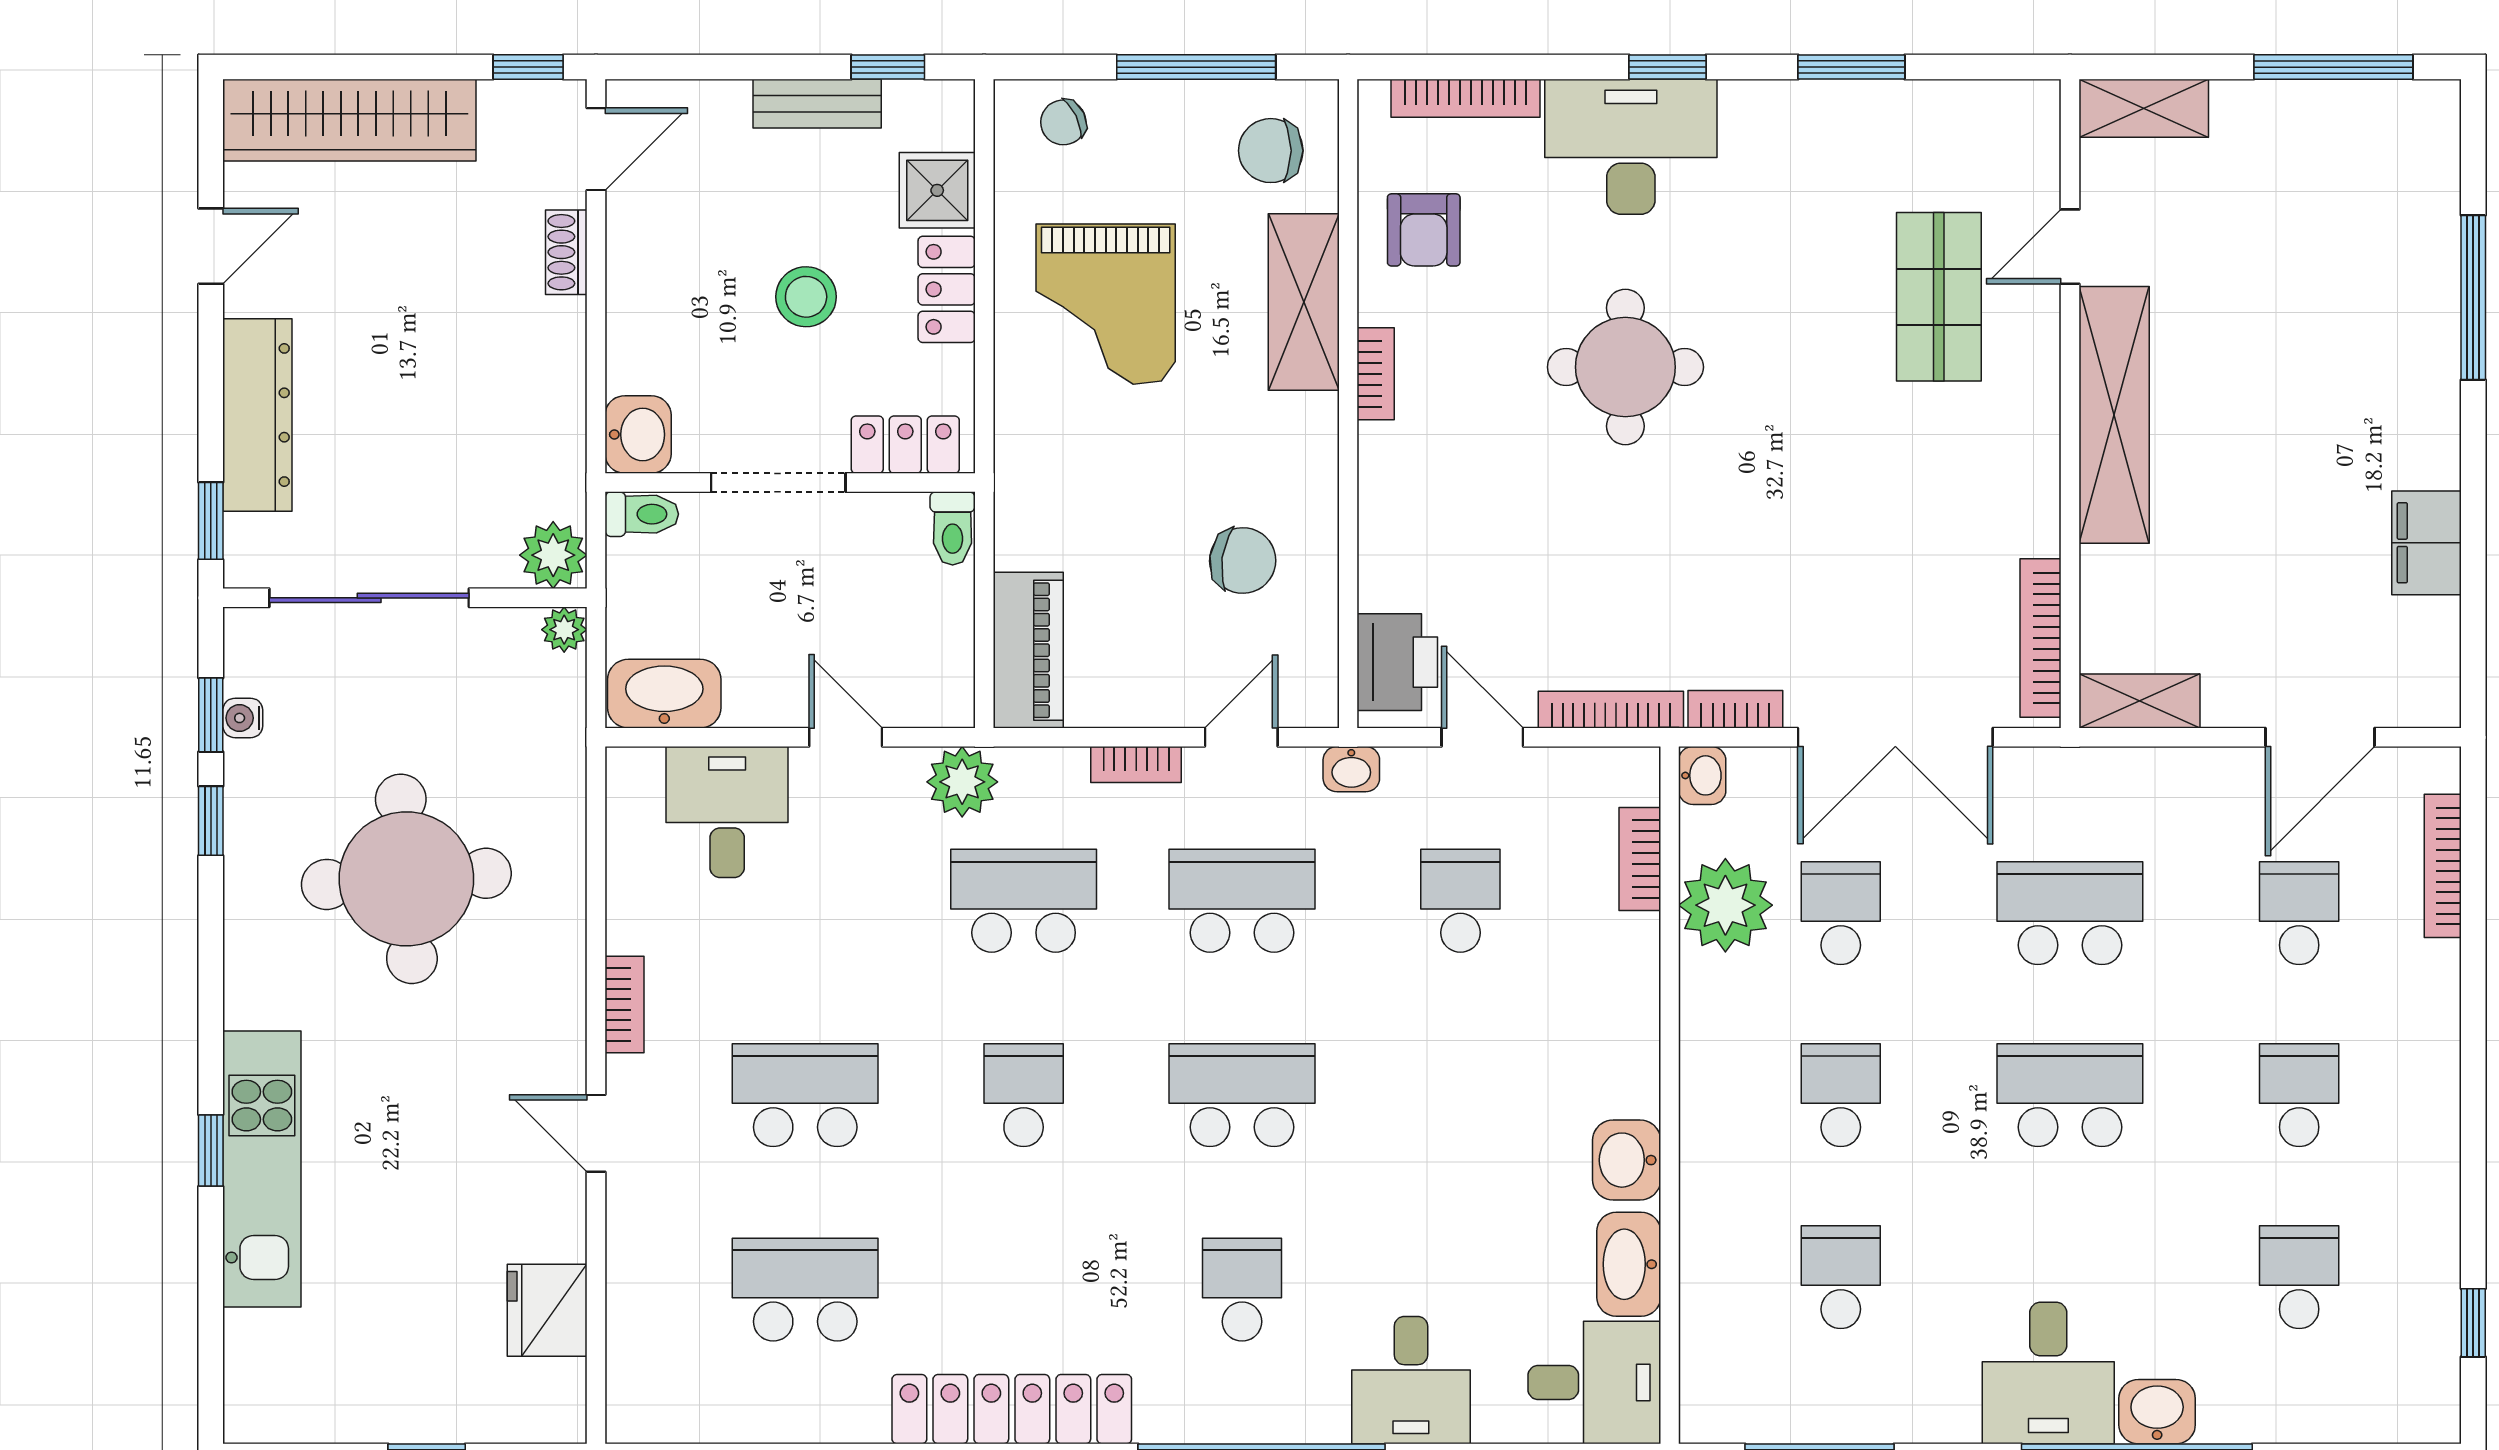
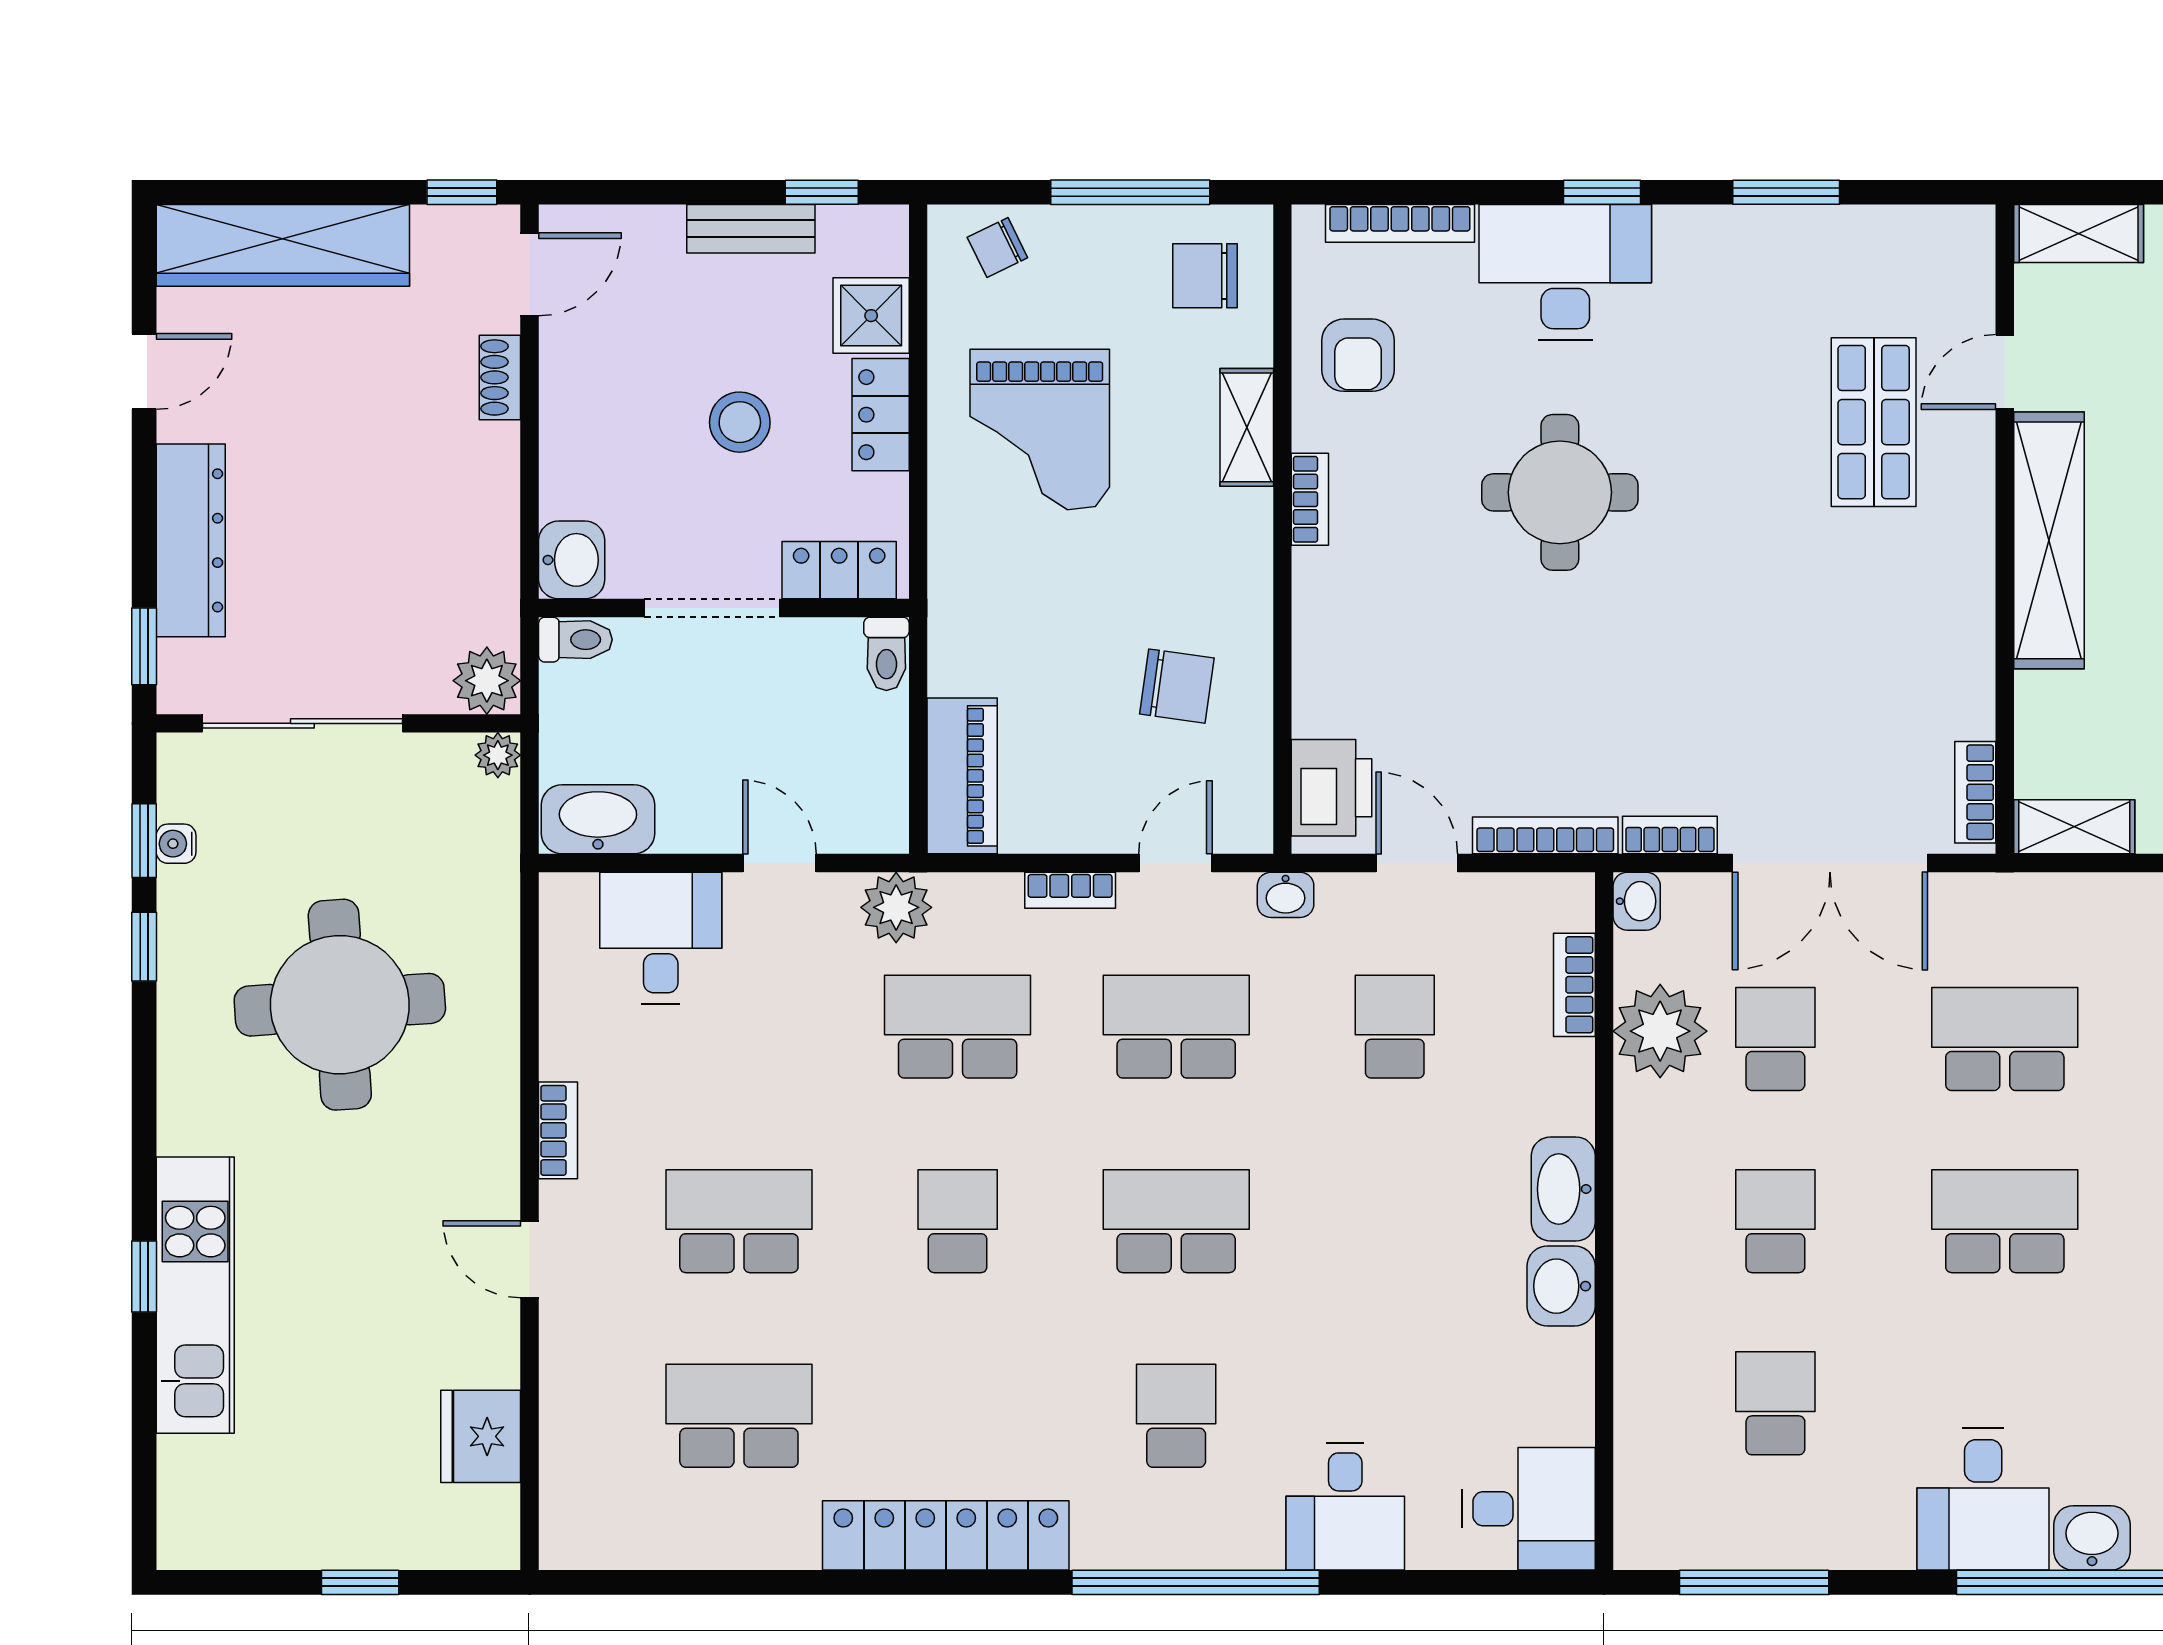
shelving: (1304, 302) -> (1247, 427), width x0.67, depth x0.75
bookcase: (2040, 638) -> (1975, 792), width x0.64
washbasin: (1629, 1264) -> (1563, 1189), moved

